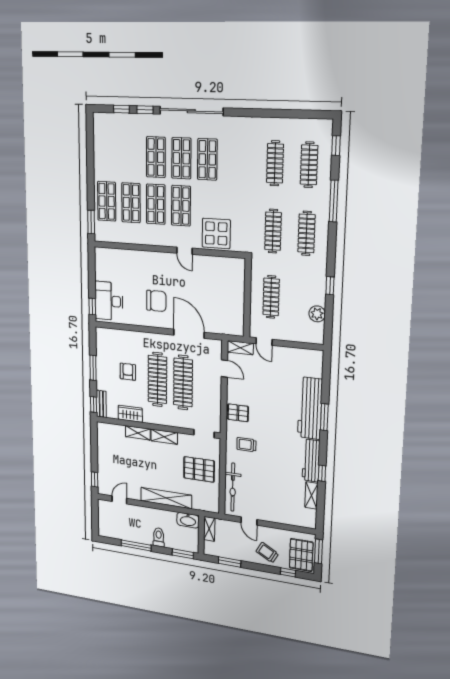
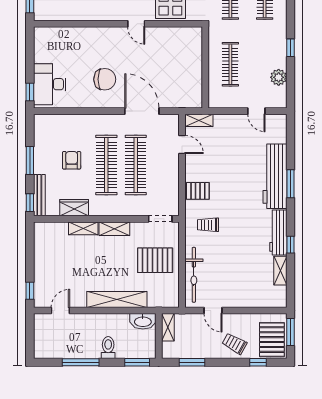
door: (264, 341) -> (256, 111), moved
bench: (101, 404) -> (39, 195), width x1.36

